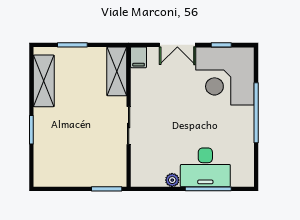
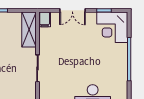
corner desk: (225, 76) -> (112, 27), width x0.74, depth x0.74

